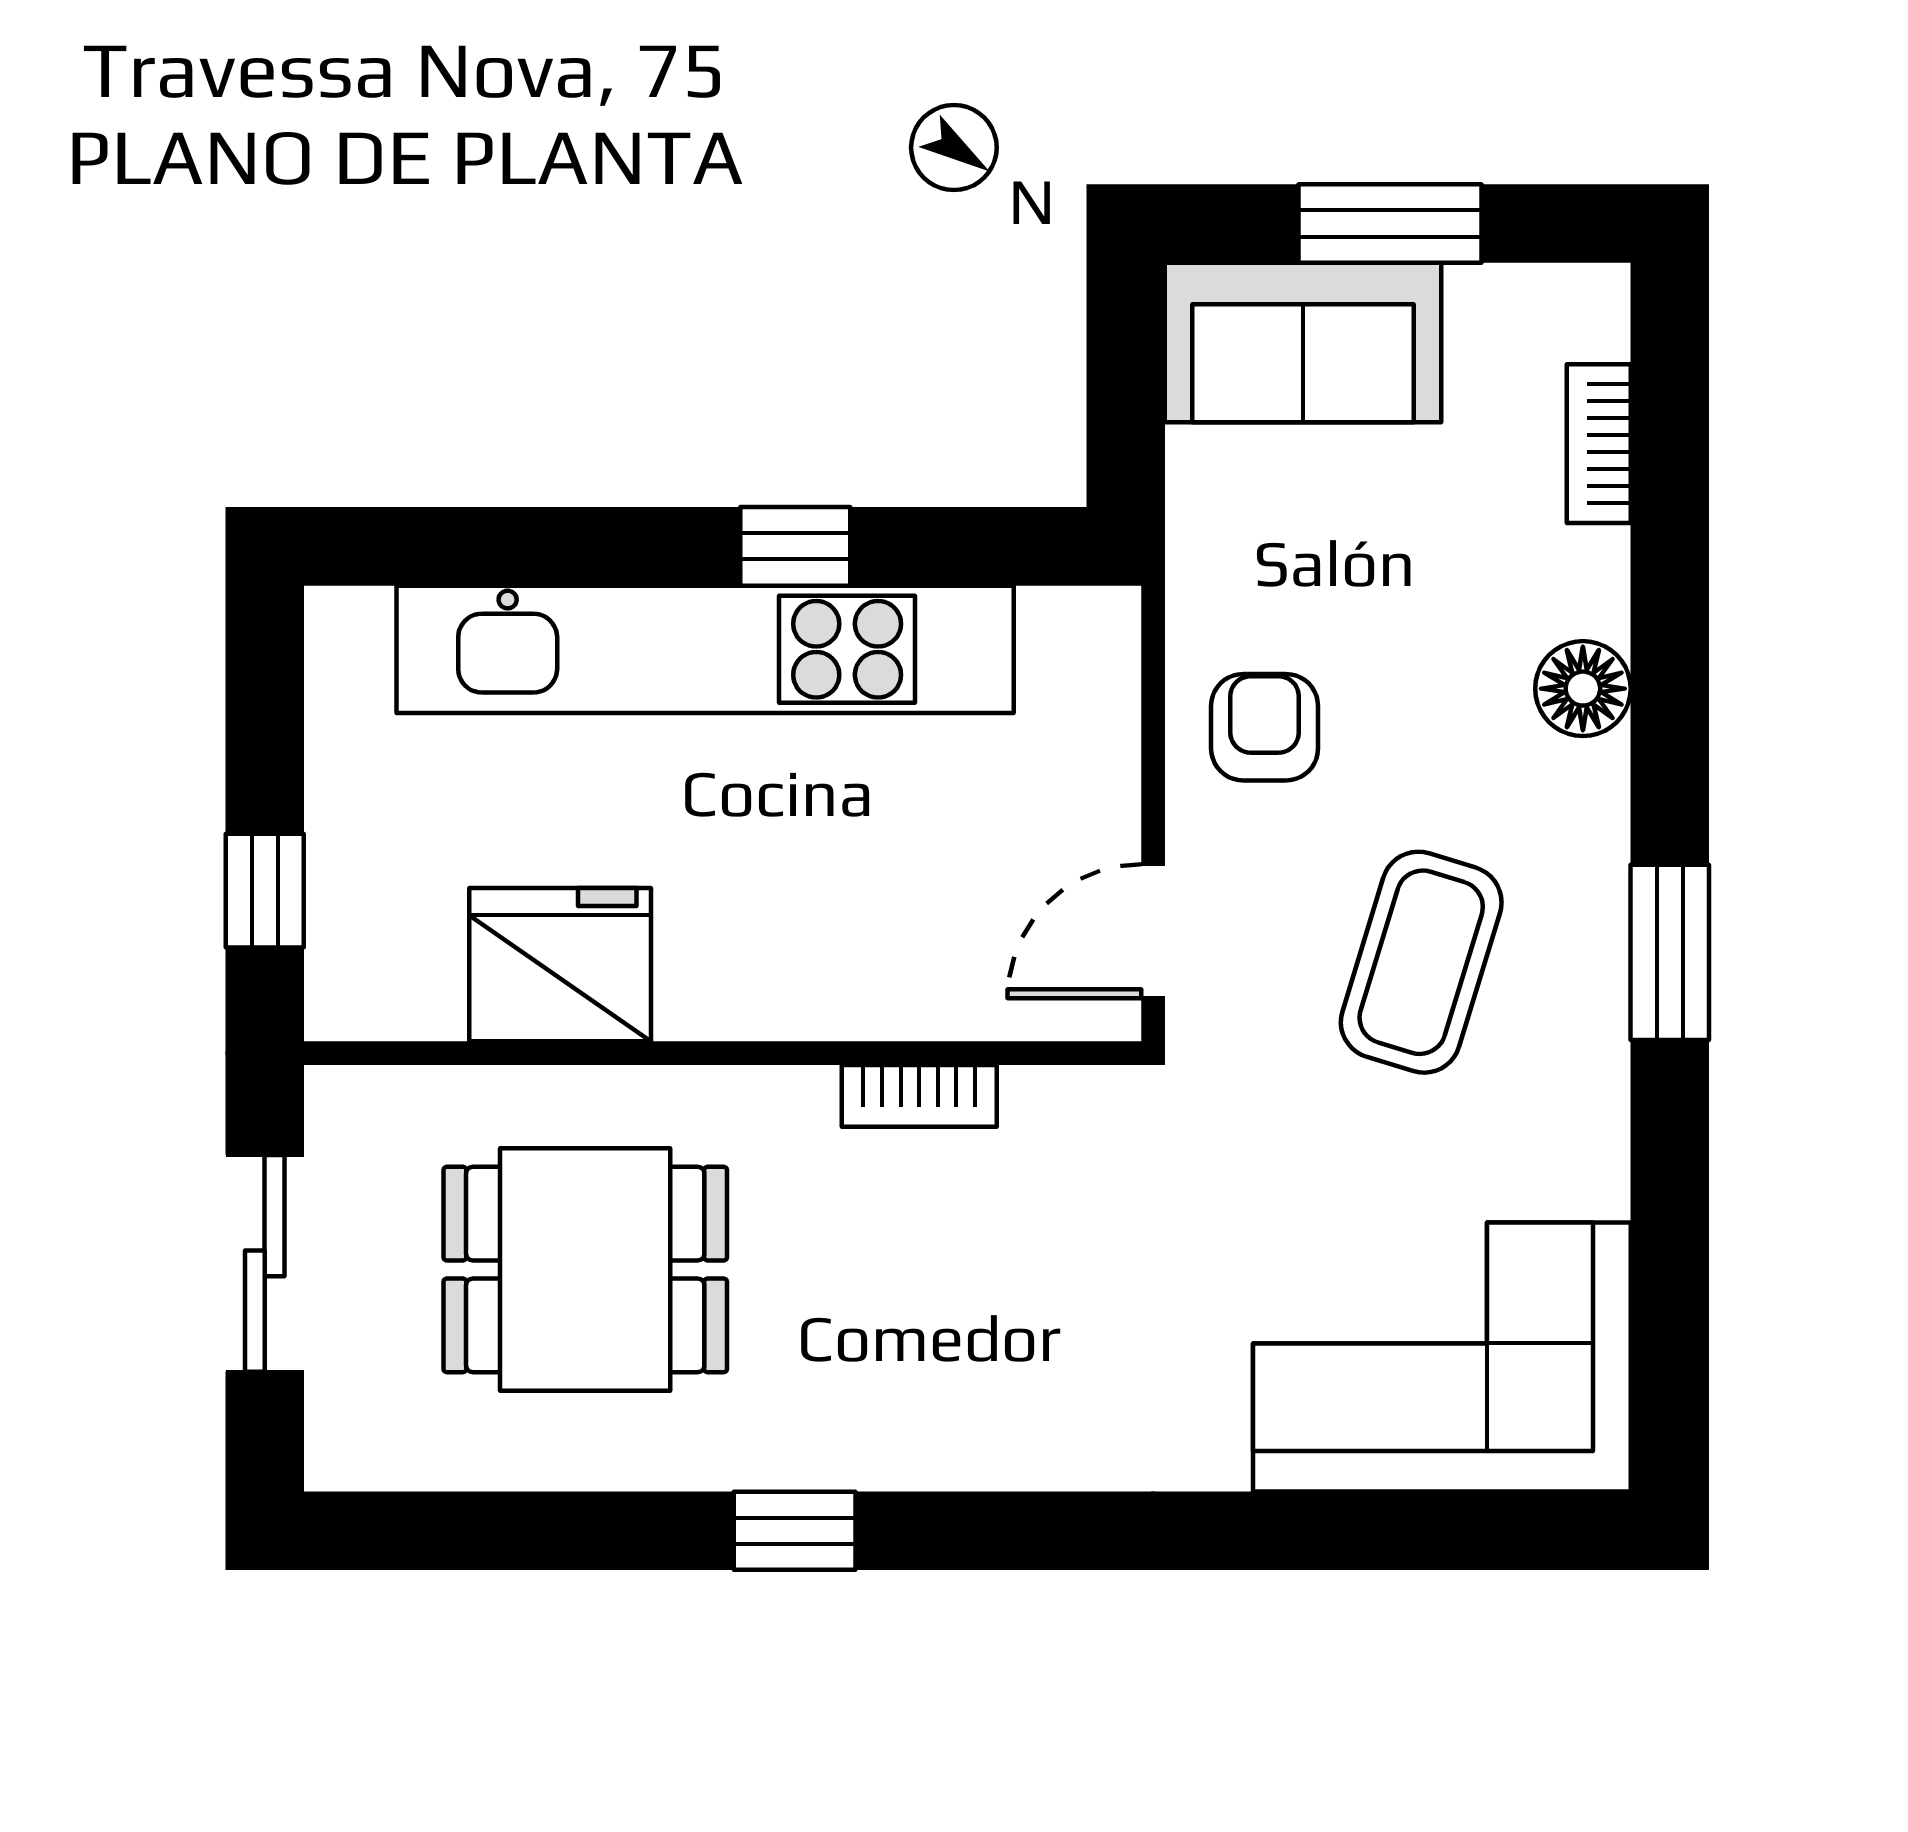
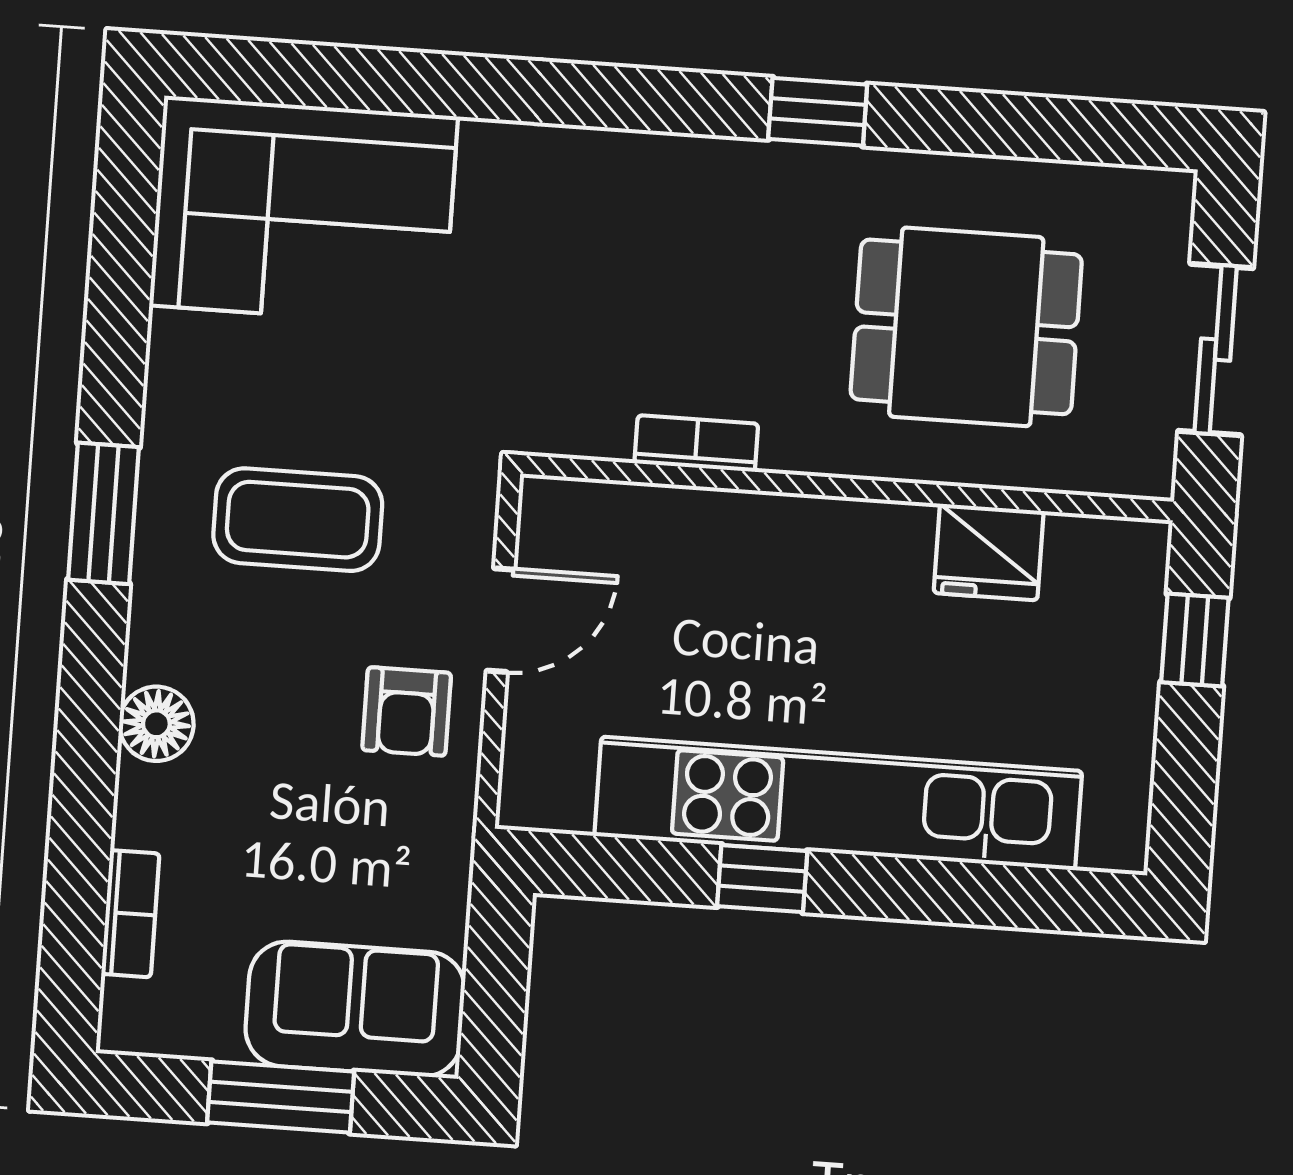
door: (1153, 931) -> (500, 620), moved
coffee table: (1421, 962) -> (298, 520), turned 73
fridge: (560, 965) -> (989, 552), width x0.73, depth x0.75

